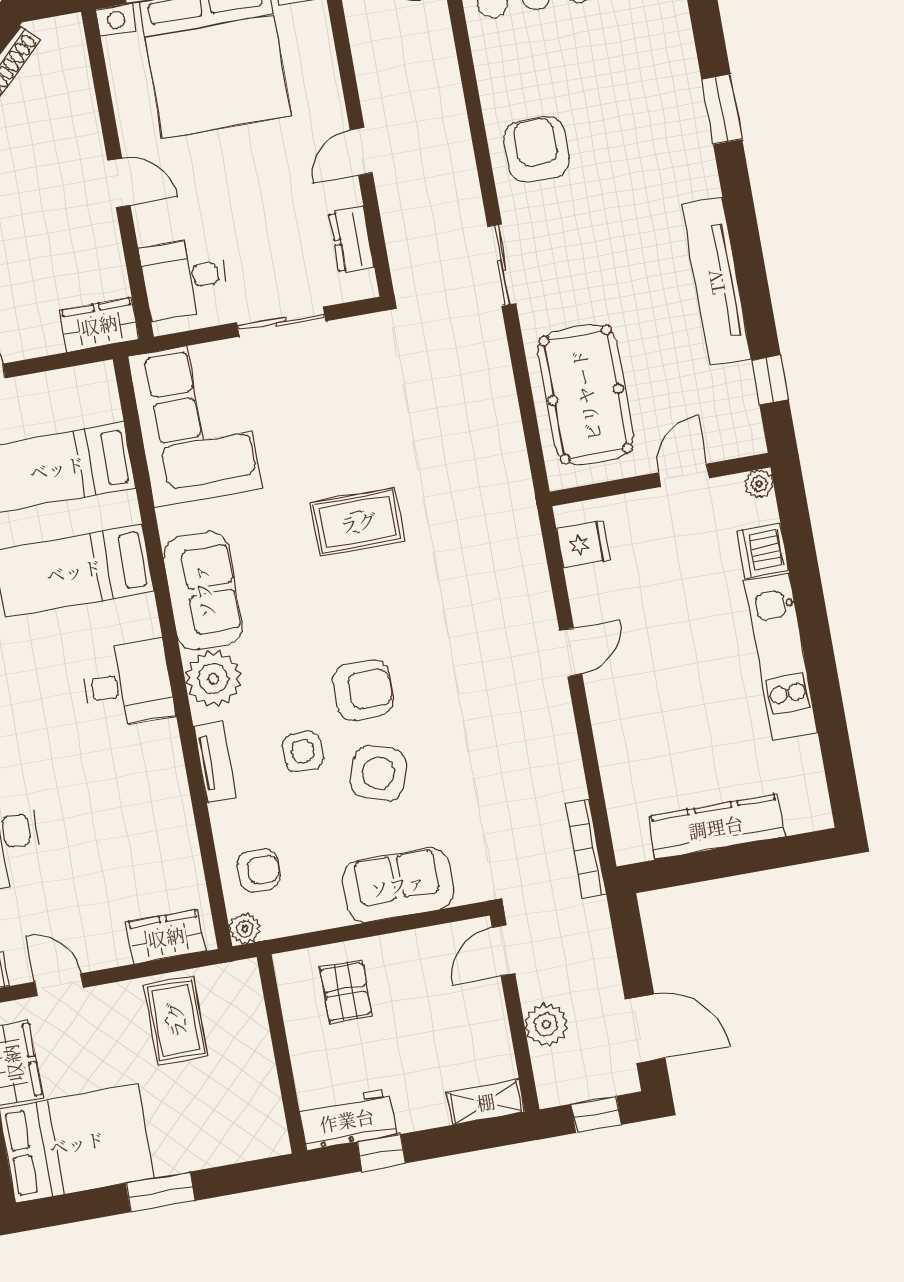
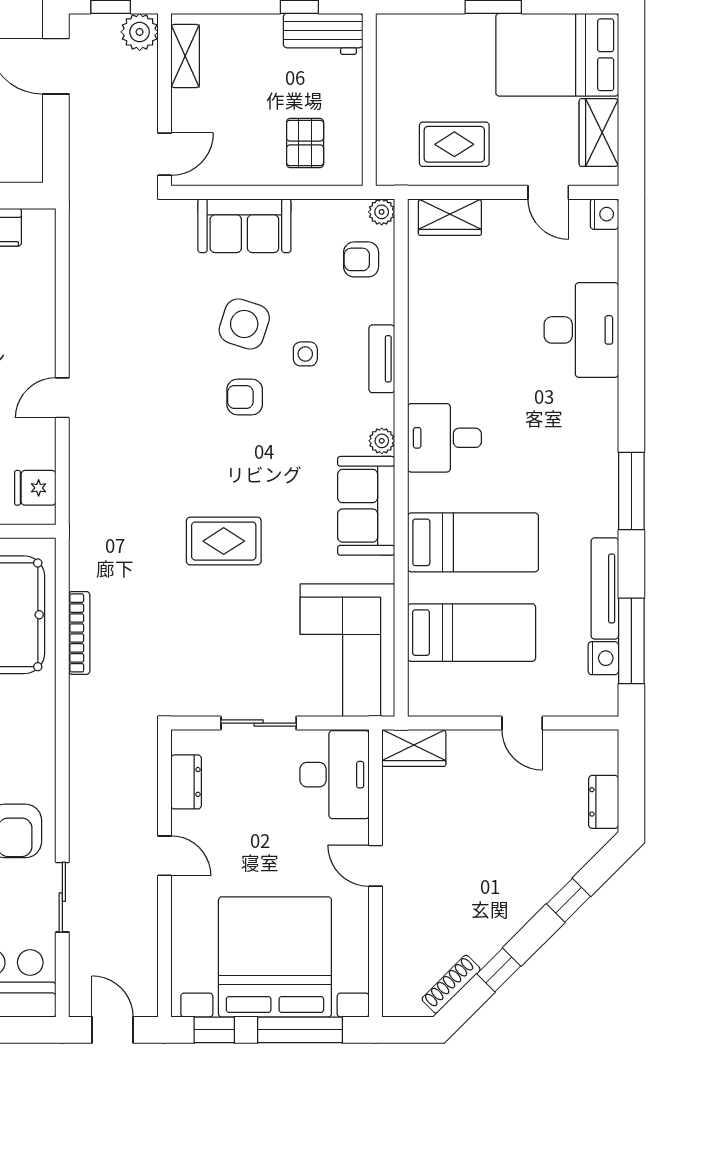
door: (361, 151) -> (165, 856), hinge flipped
sliding door: (502, 265) -> (62, 897), moved
desk: (184, 278) -> (335, 775), width x1.37
plant: (213, 679) -> (382, 441), width x0.53, depth x0.53
armchair: (363, 690) -> (245, 397), width x0.72, depth x0.72
side table: (303, 751) -> (305, 354), width x0.73, depth x0.73
bookcase: (586, 849) -> (79, 633), moved
rug: (176, 1020) -> (454, 144), turned 90
plant: (546, 1024) -> (140, 32), moved
shelving: (486, 1102) -> (185, 56), moved, turned 90

